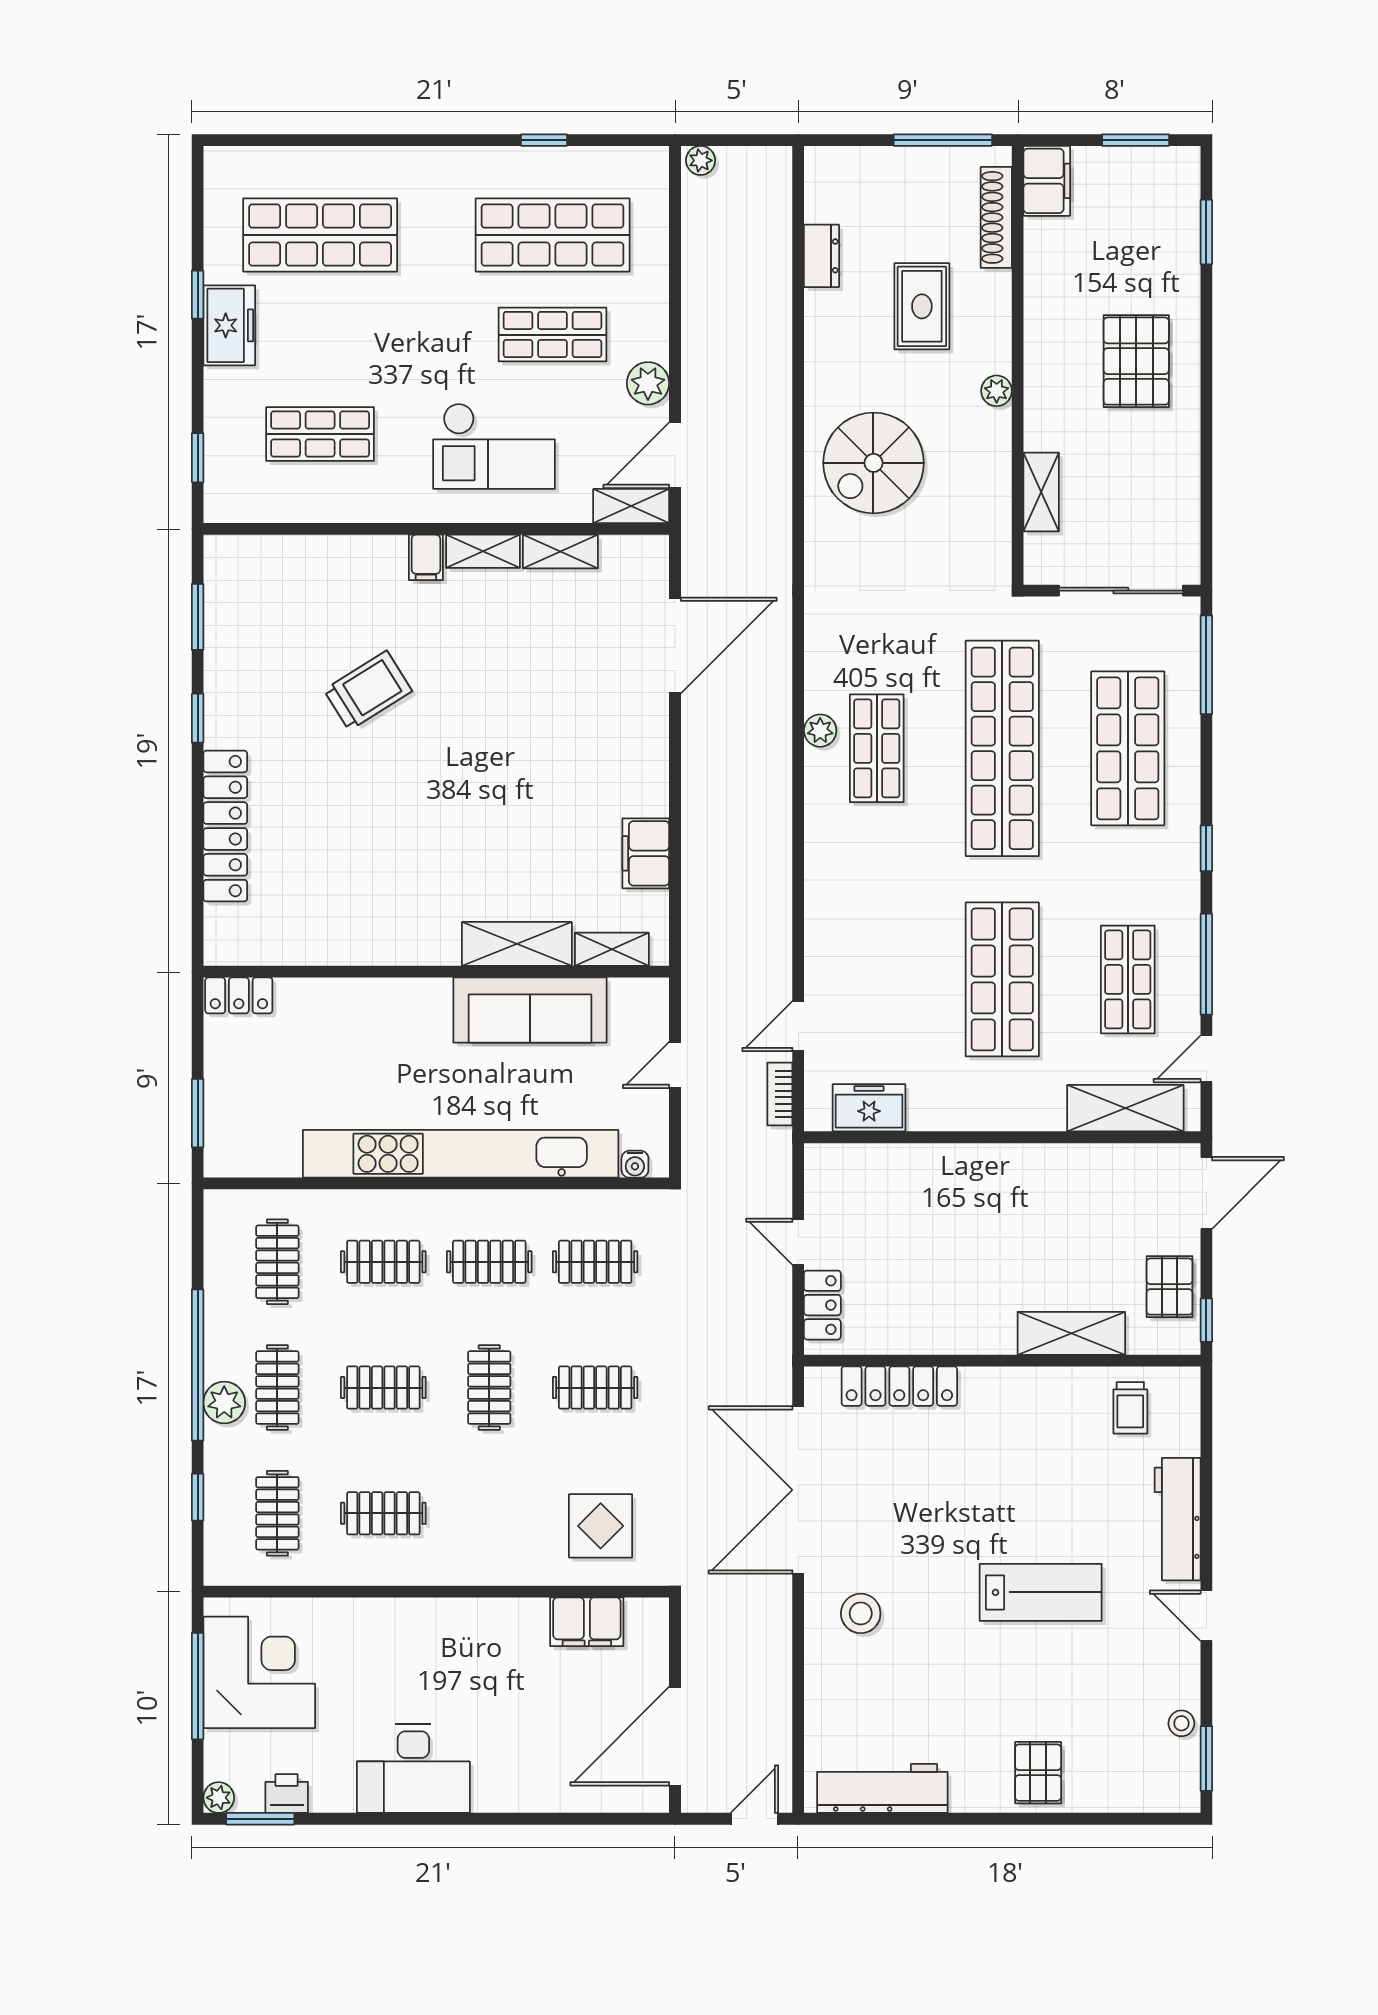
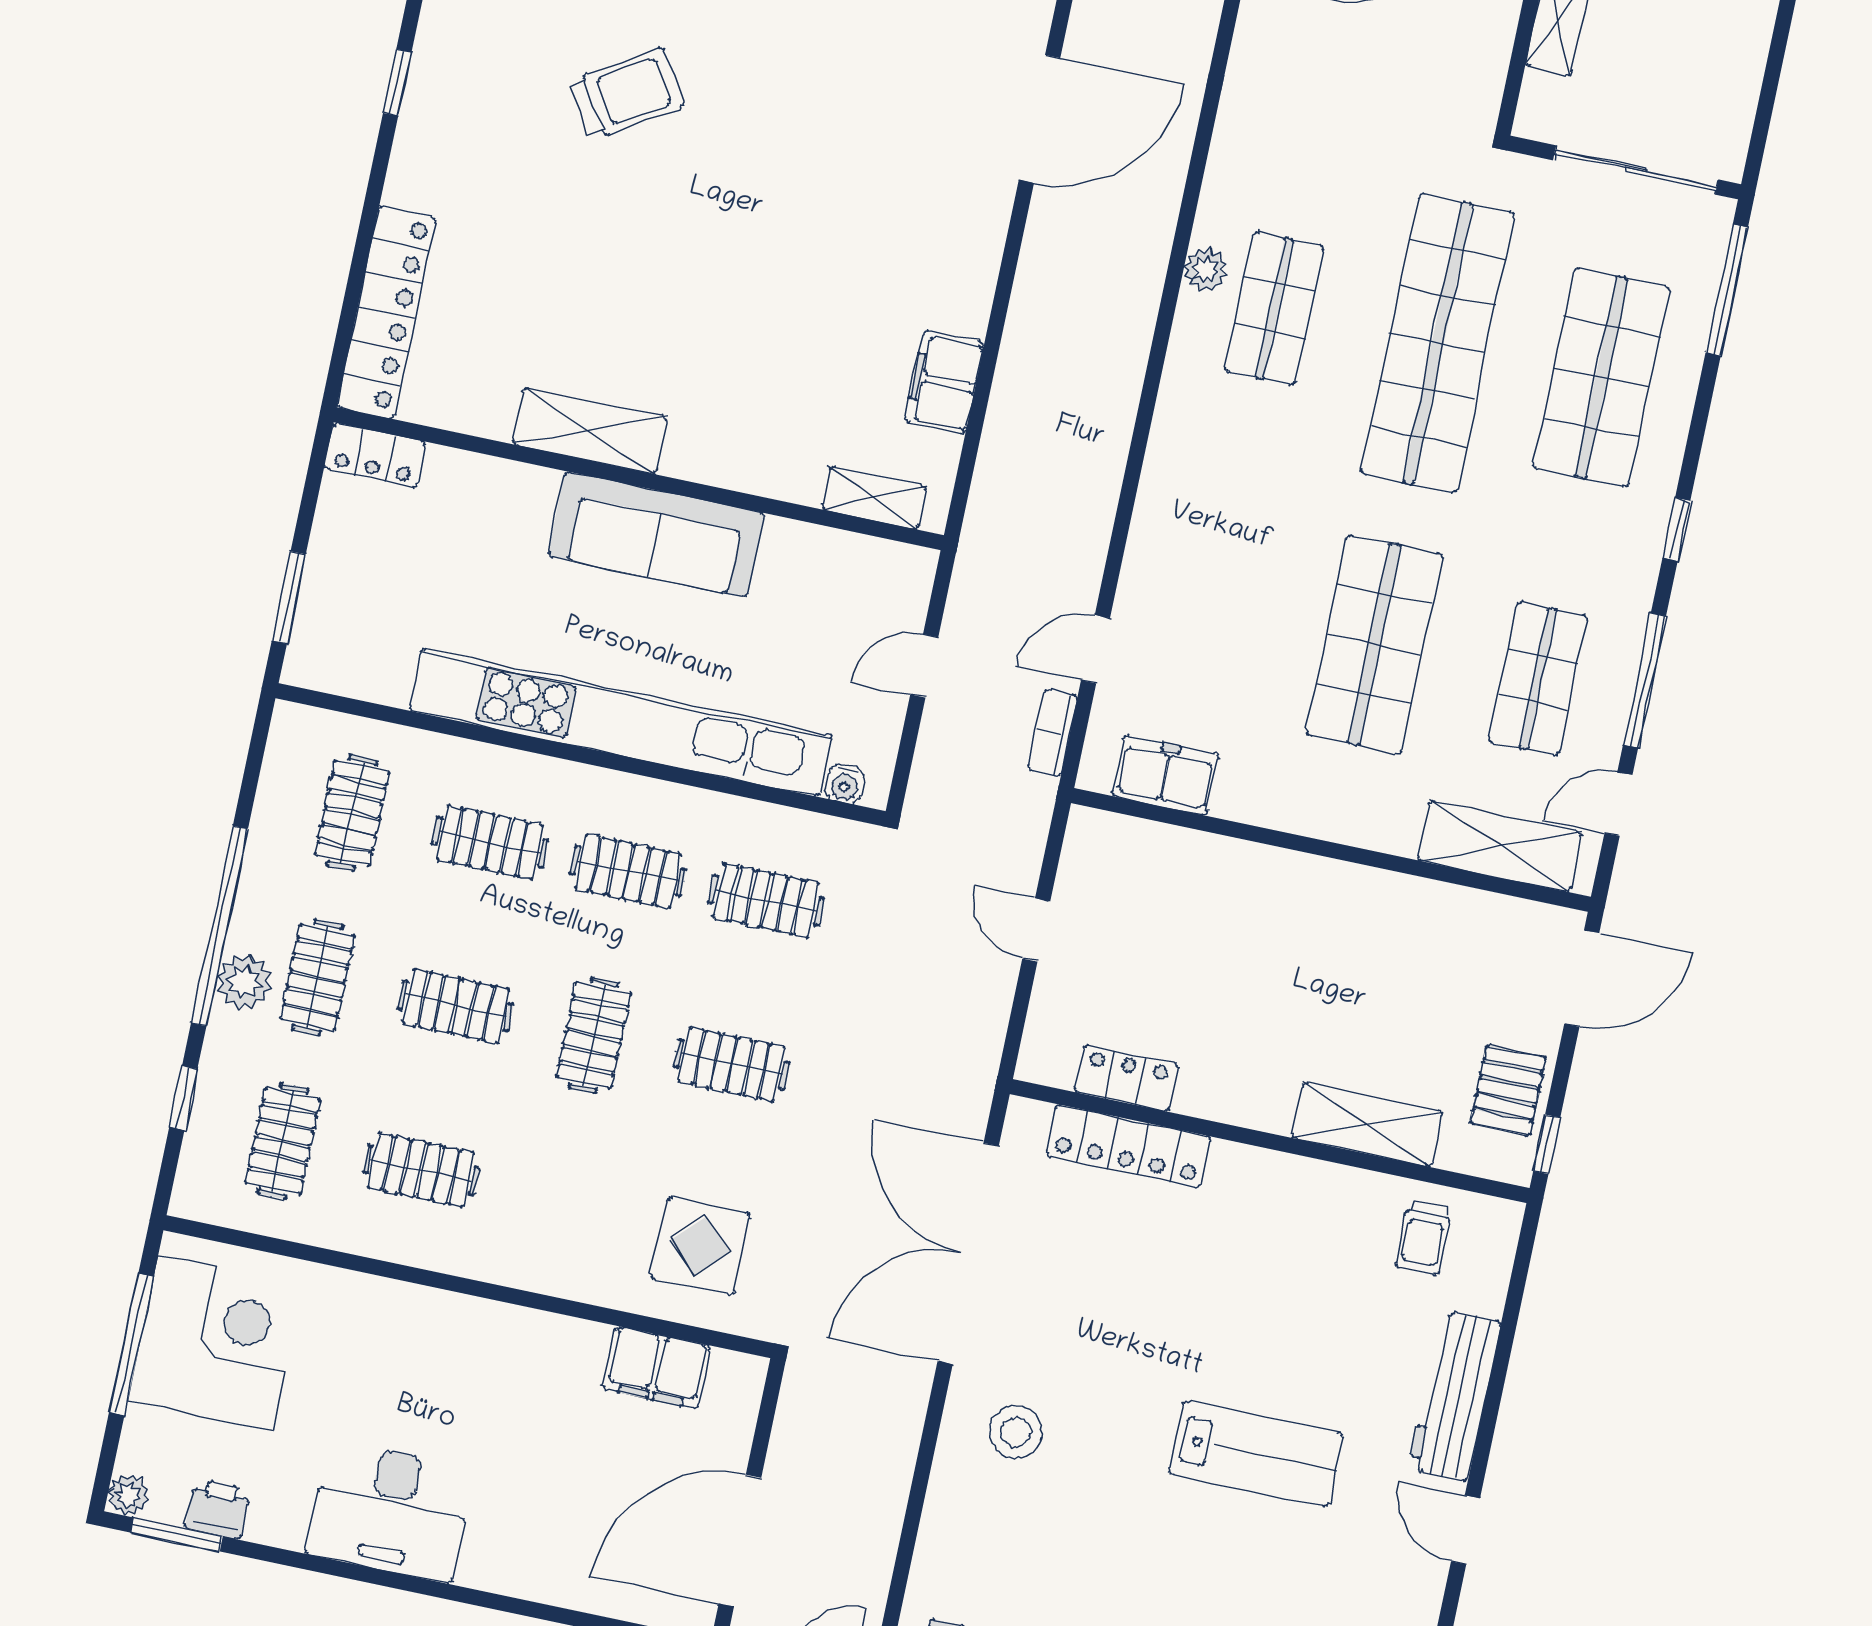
locker: (225, 826) -> (387, 312), moved
shelving: (517, 944) -> (590, 431), moved
sofa: (530, 1010) -> (656, 535), moved
locker: (822, 1305) -> (1126, 1078), moved, turned -90

